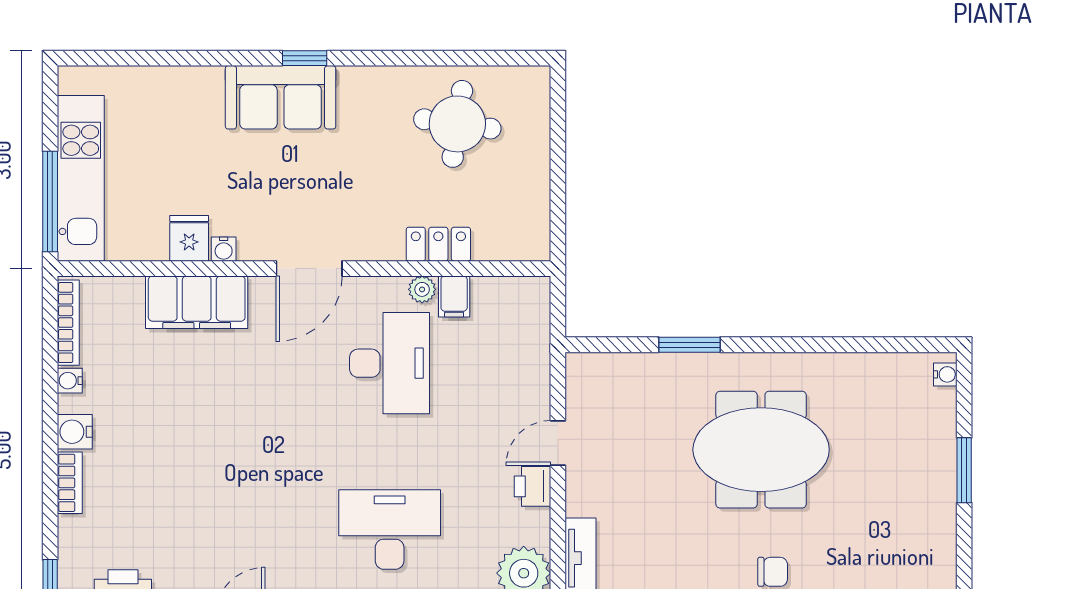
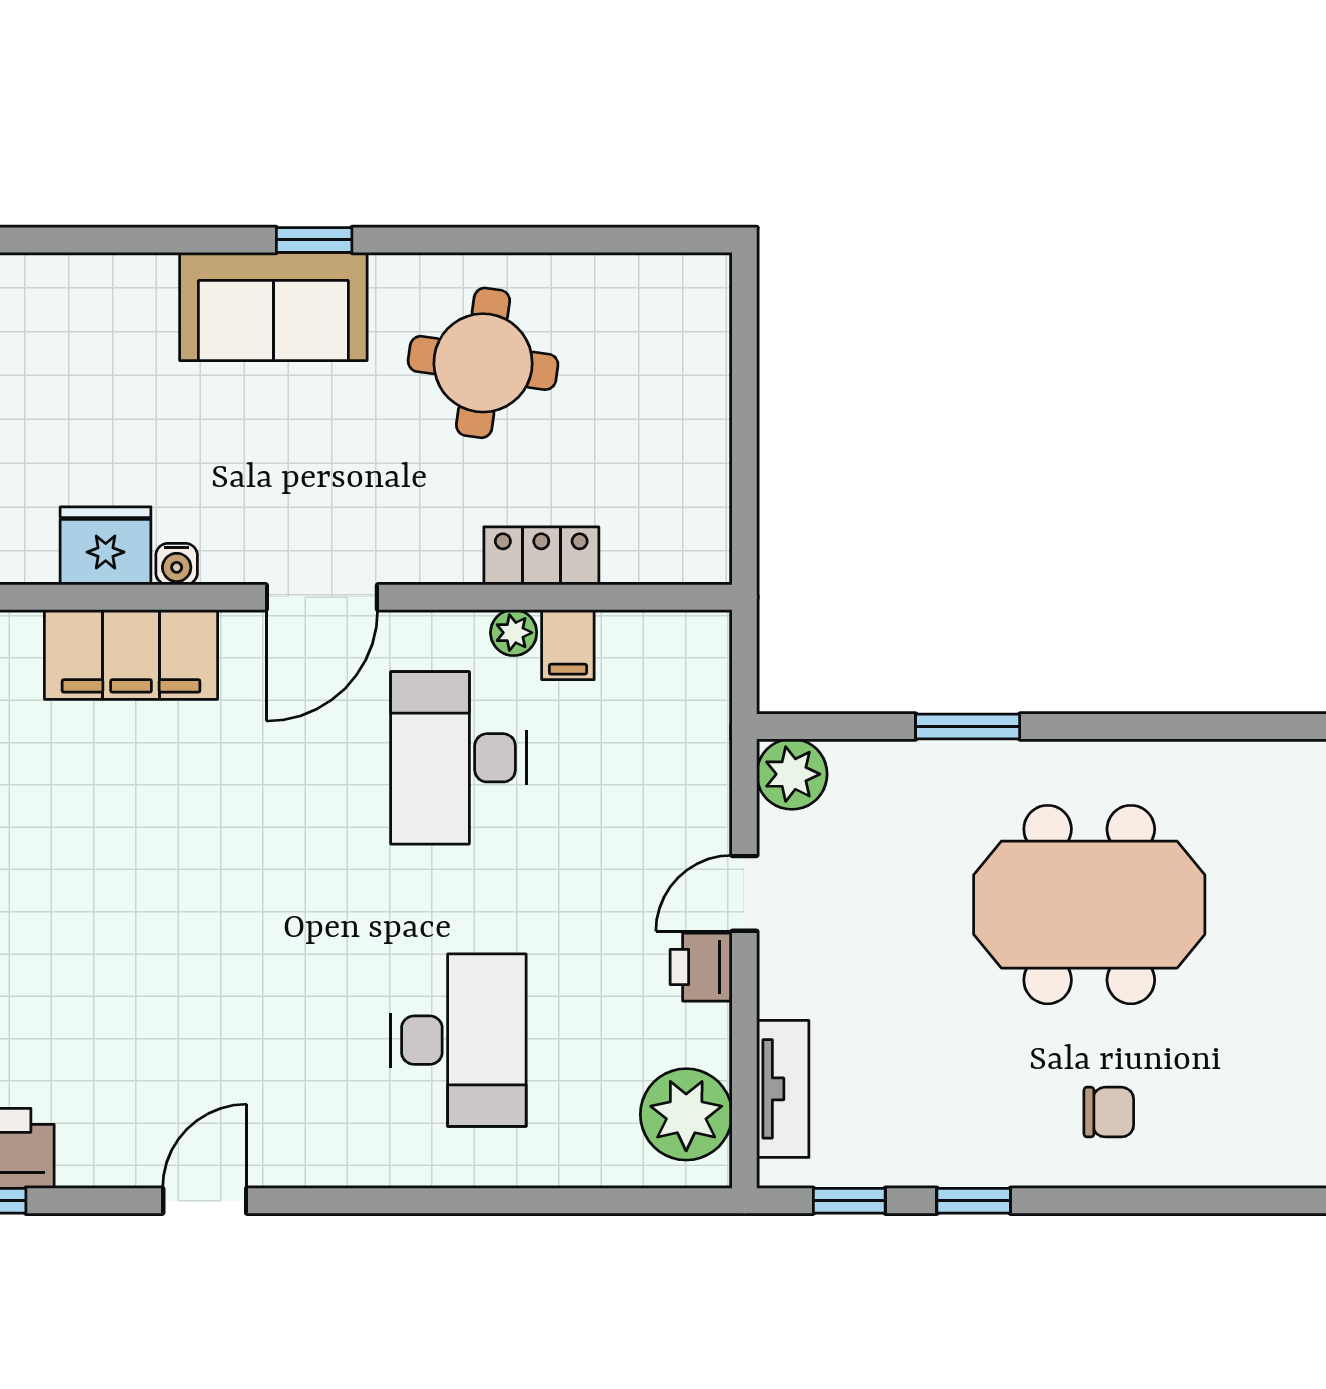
round table: (457, 124) -> (483, 363), moved
fridge: (189, 238) -> (106, 546), width x1.38
desk: (390, 363) -> (458, 758), turned 180
plant: (586, 373) -> (792, 774), added
desk: (390, 529) -> (458, 1040), turned 90

